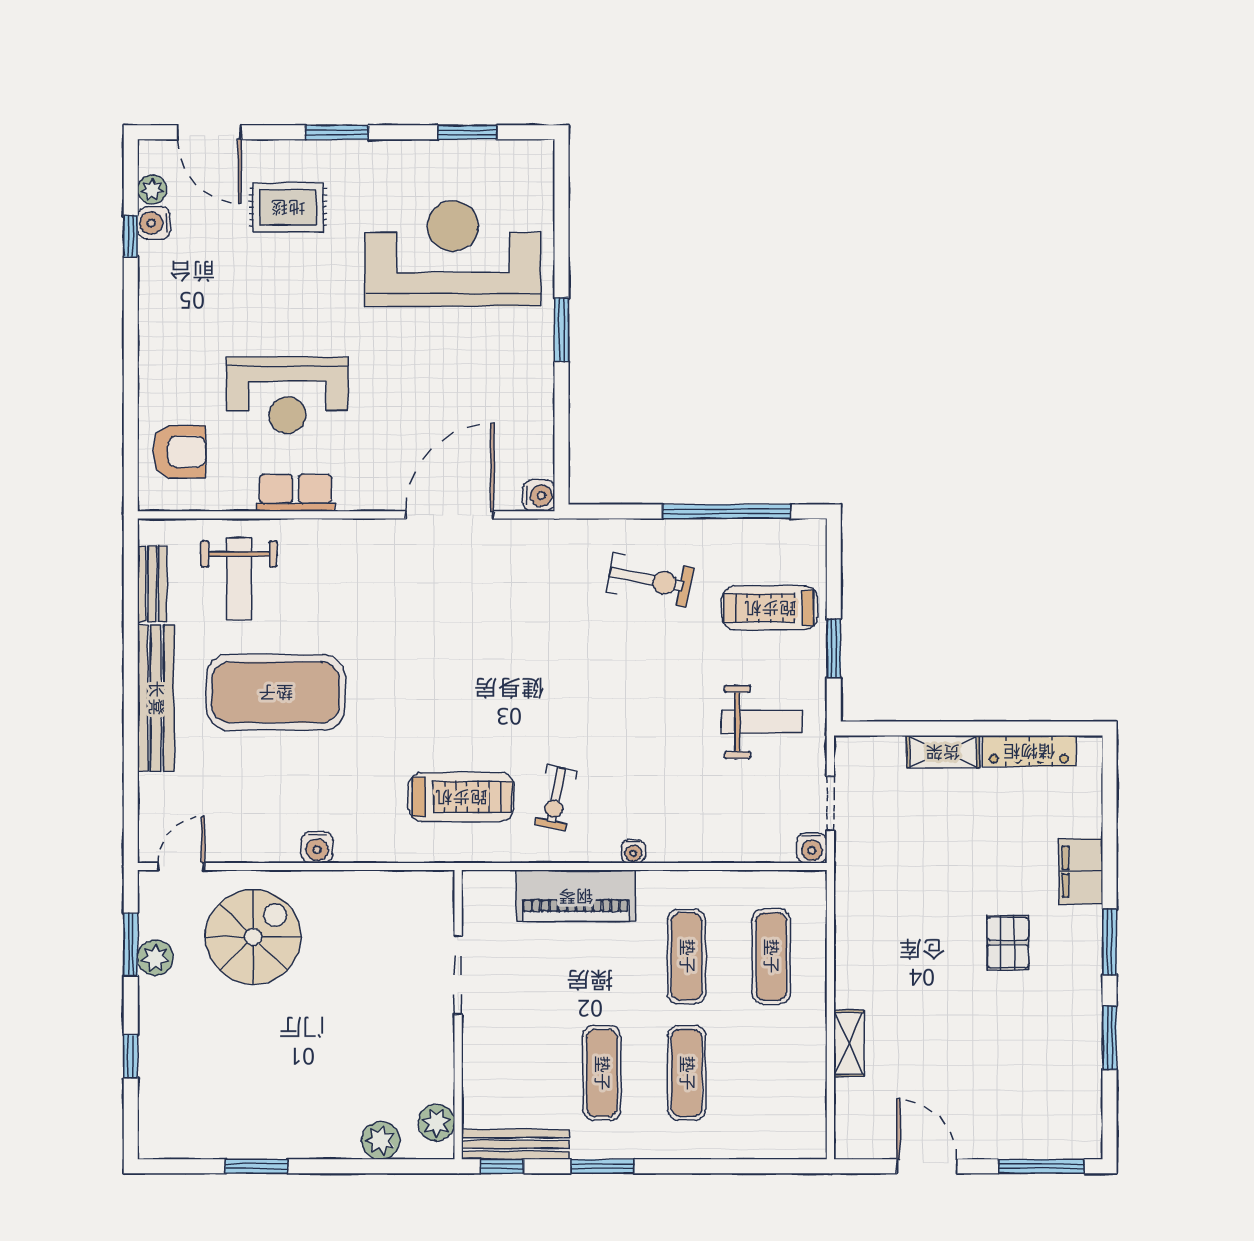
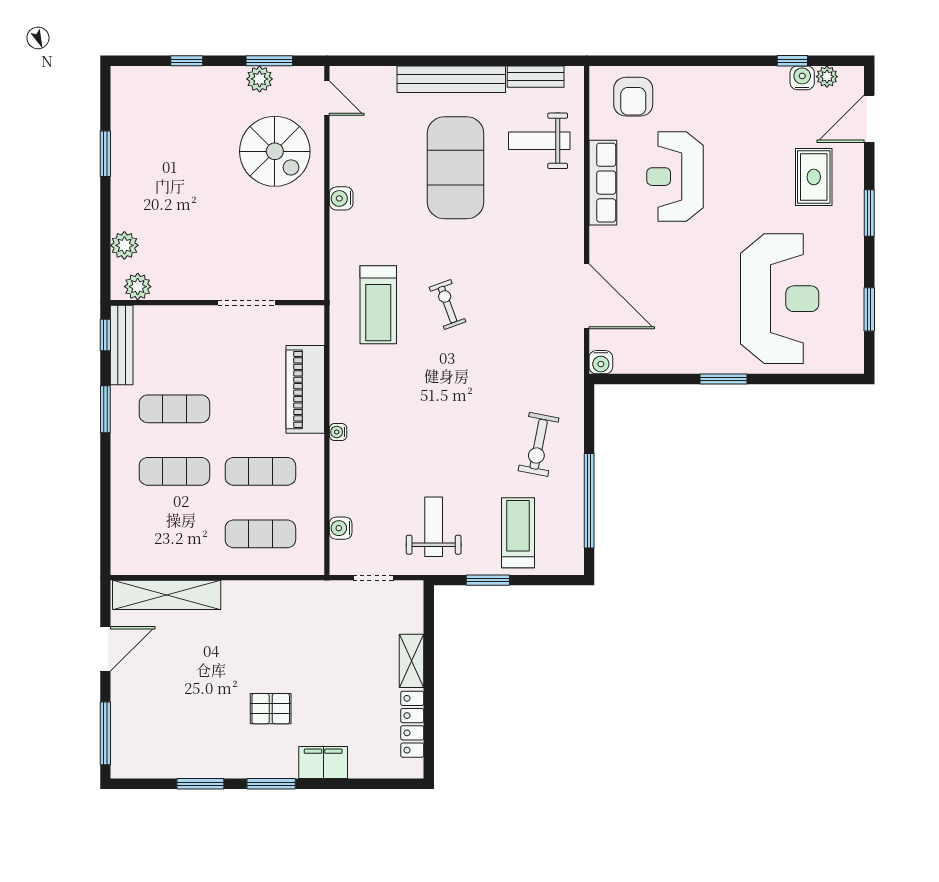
row of seats: (296, 493) -> (603, 183), width x1.48
weight bench: (762, 722) -> (434, 527), turned 180
exercise bike: (556, 798) -> (448, 305), moved, turned 59
water cooler: (812, 848) -> (341, 528), moved
shelving: (849, 1043) -> (167, 595), width x2.20, depth x1.33

